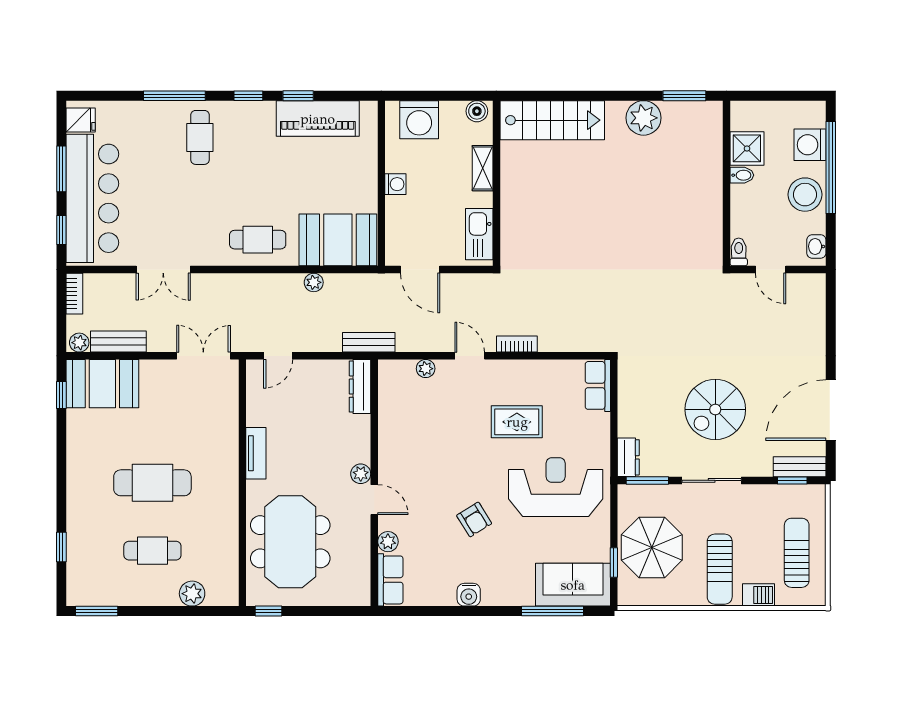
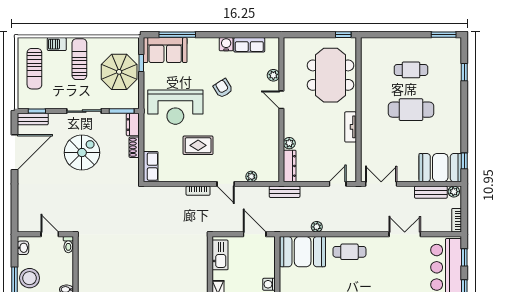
double door: (203, 356) -> (381, 184), swing flipped
shoe rack: (626, 418) -> (134, 147), added
plant: (361, 474) -> (289, 143), moved
row of seats: (390, 580) -> (249, 45), moved, turned -90
plant: (192, 594) -> (388, 45), removed

